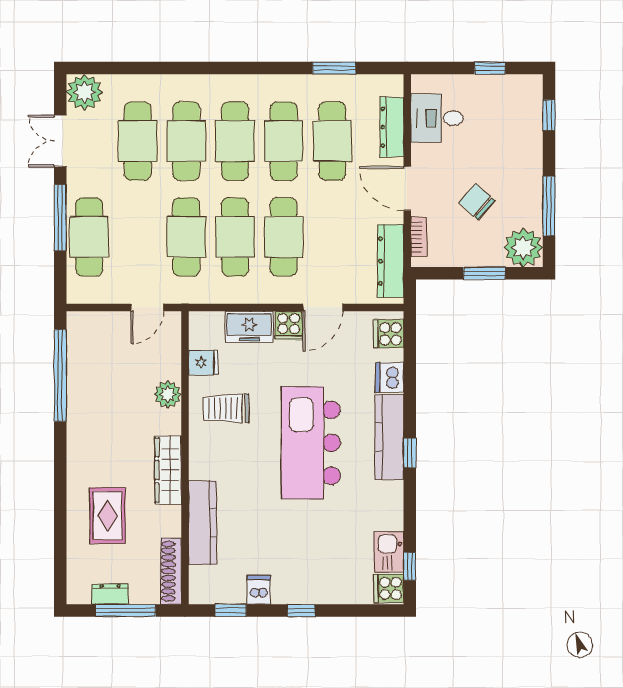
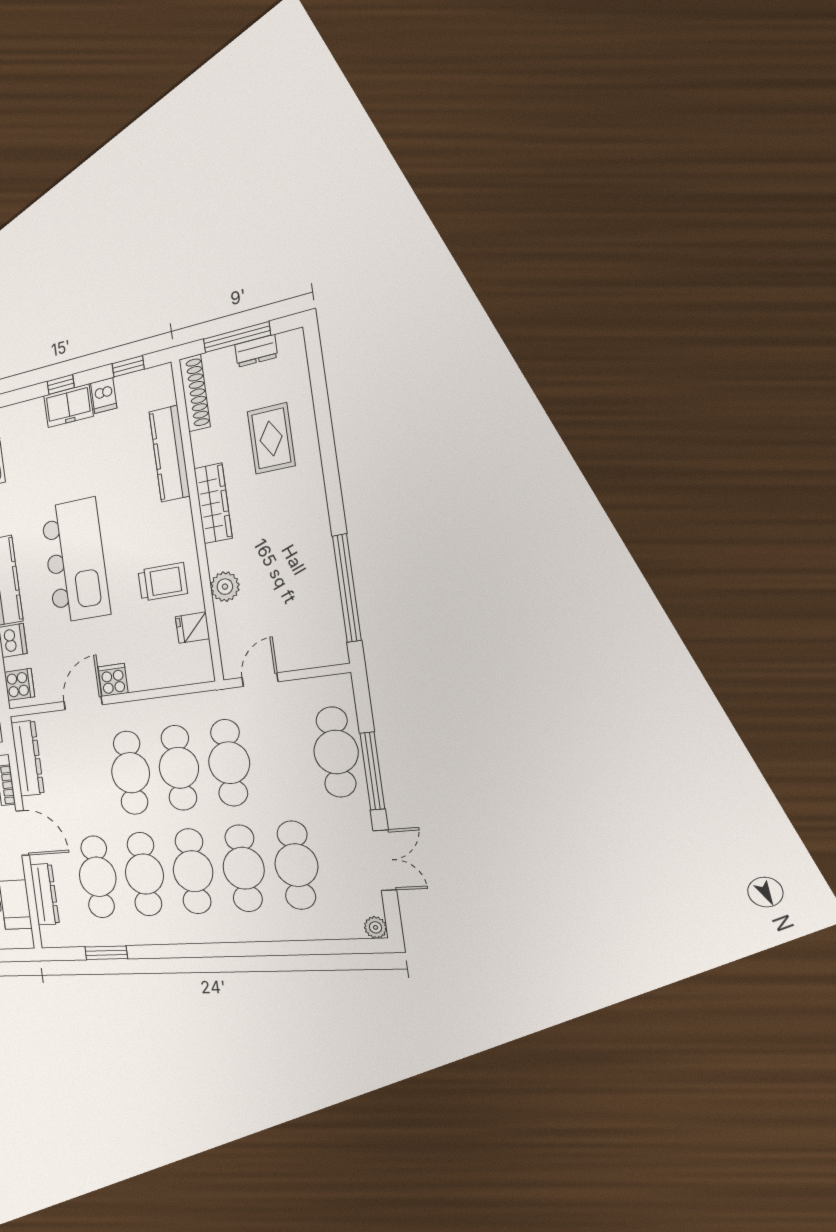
plant: (85, 92) -> (376, 927), width x0.53, depth x0.53
freezer: (249, 327) -> (68, 406), moved, turned 180

